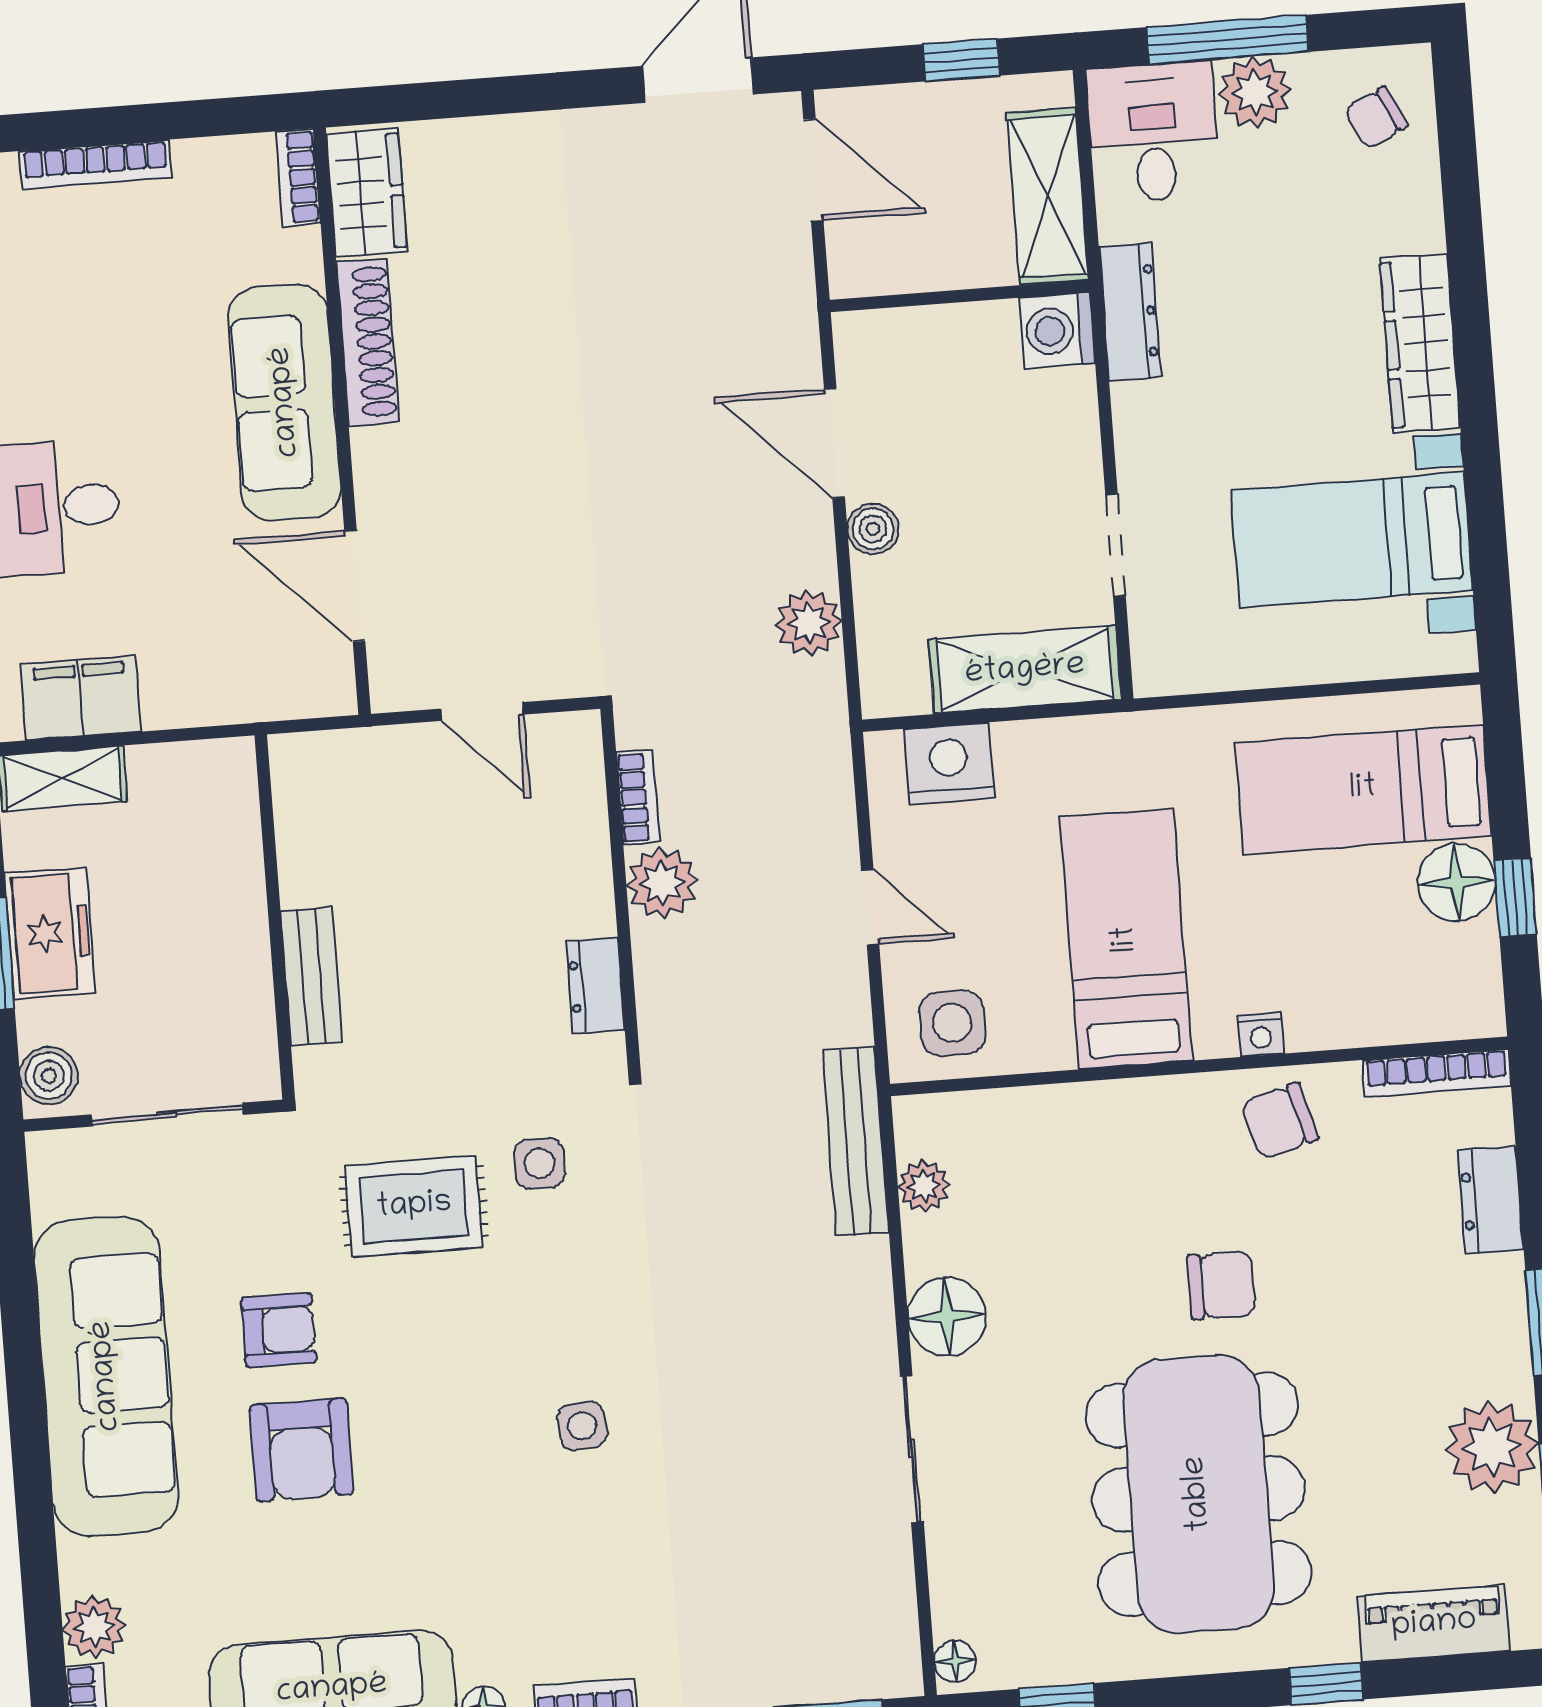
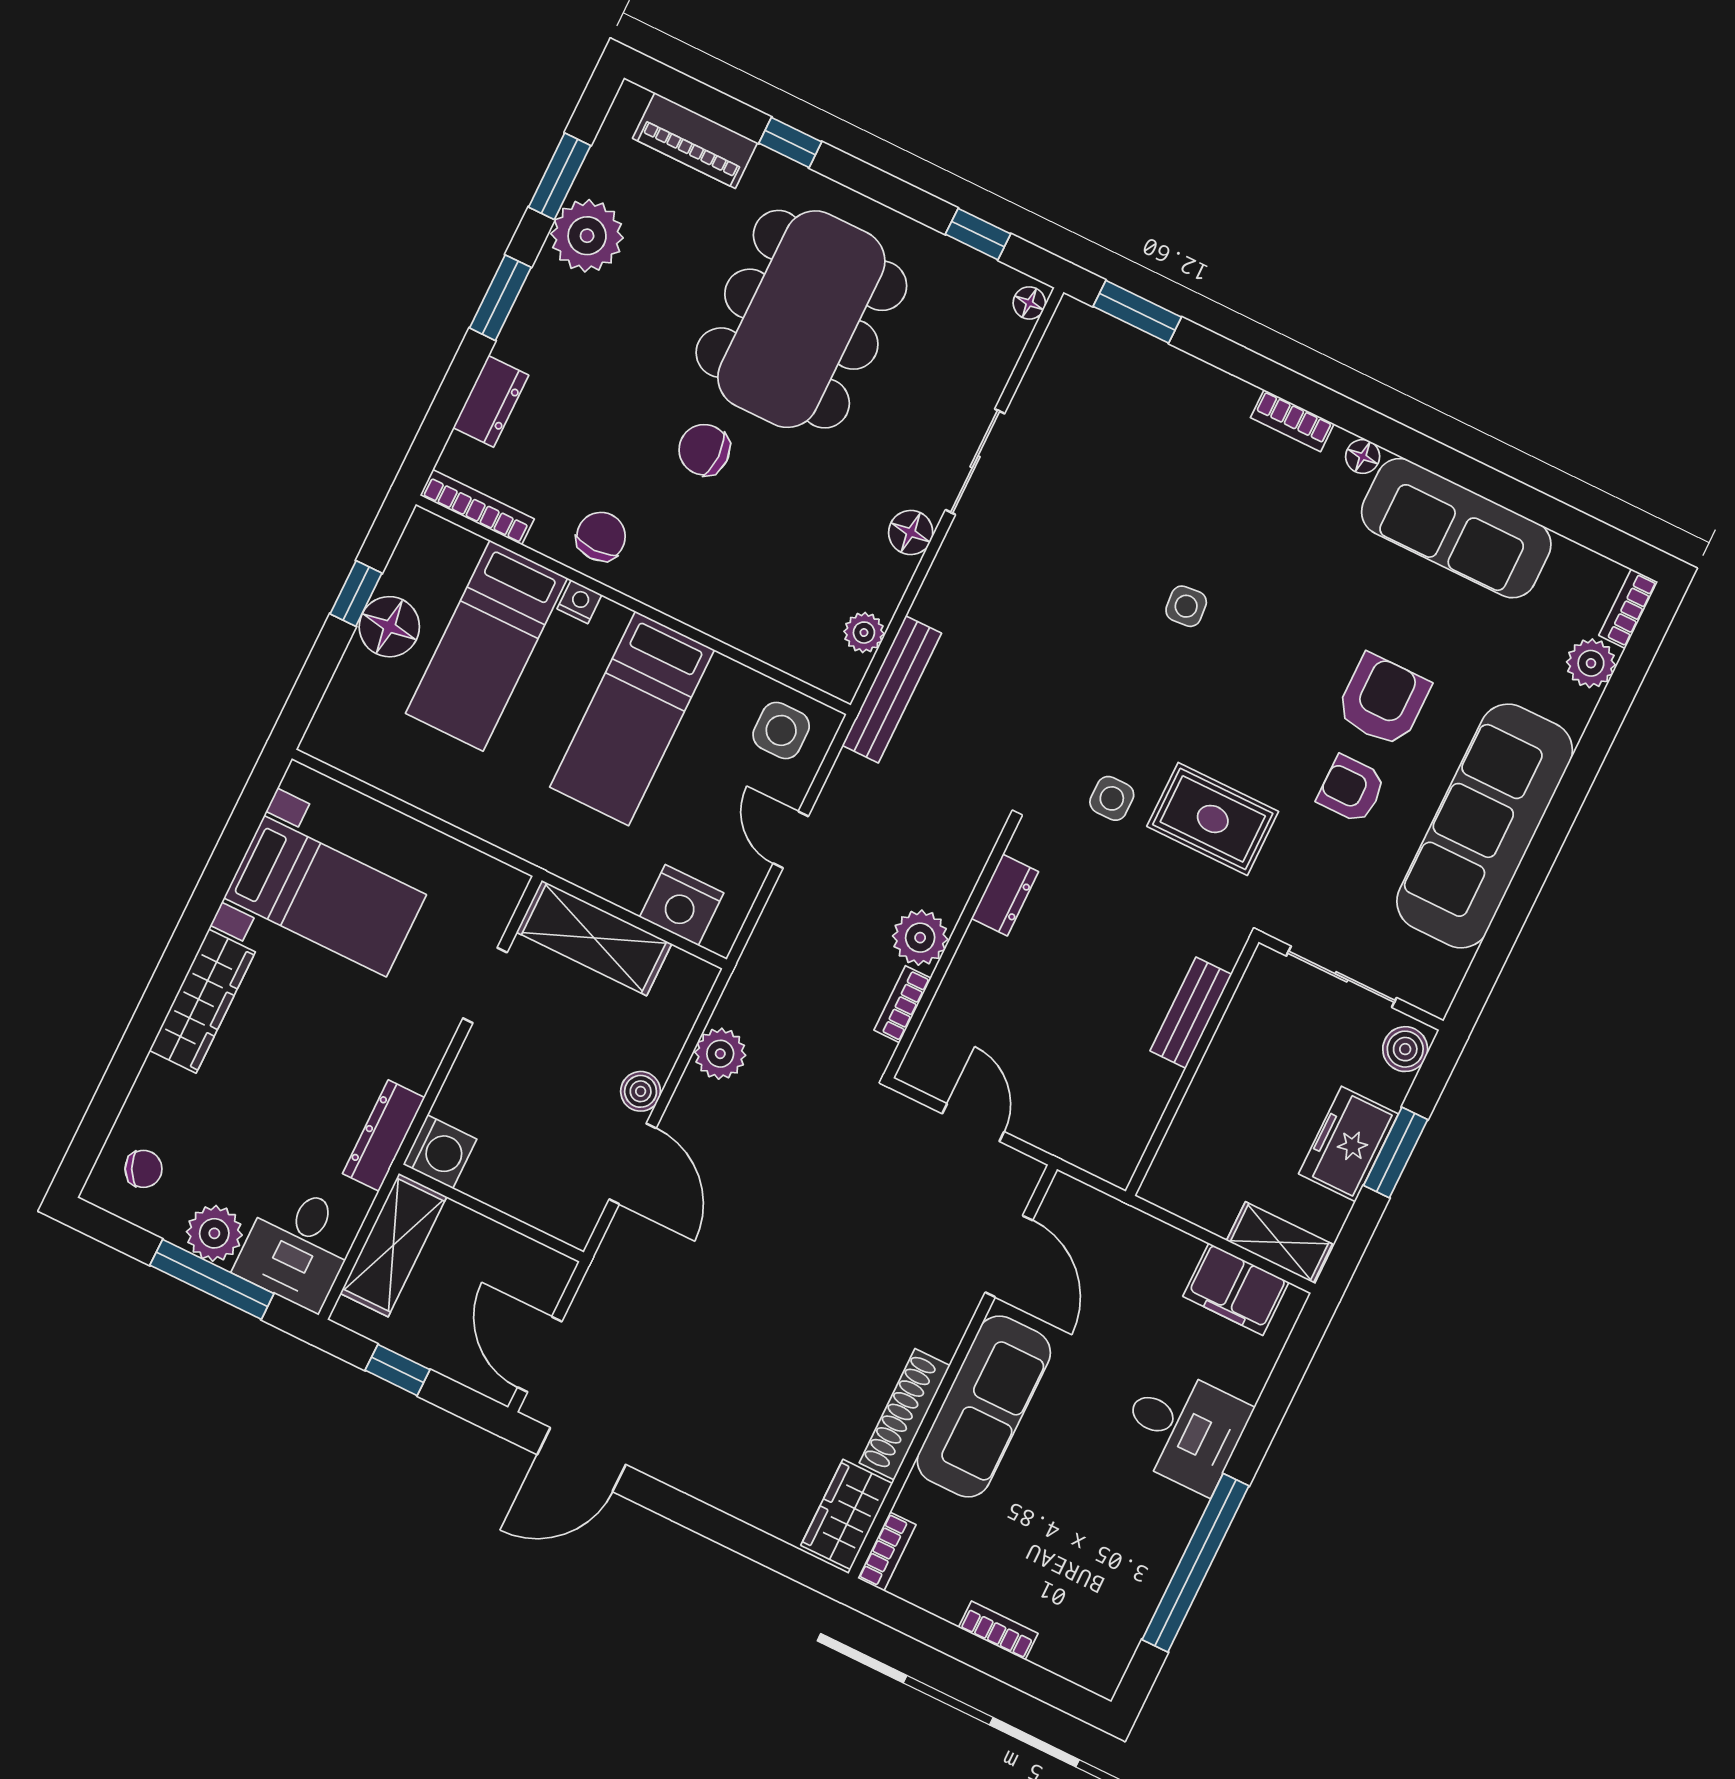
bookcase: (95, 164) -> (998, 1630), width x0.64
bed: (1363, 789) -> (486, 646), moved, turned 90
chair: (1280, 1121) -> (601, 537), turned -74
floor lamp: (947, 1317) -> (911, 533), width x0.73, depth x0.73

